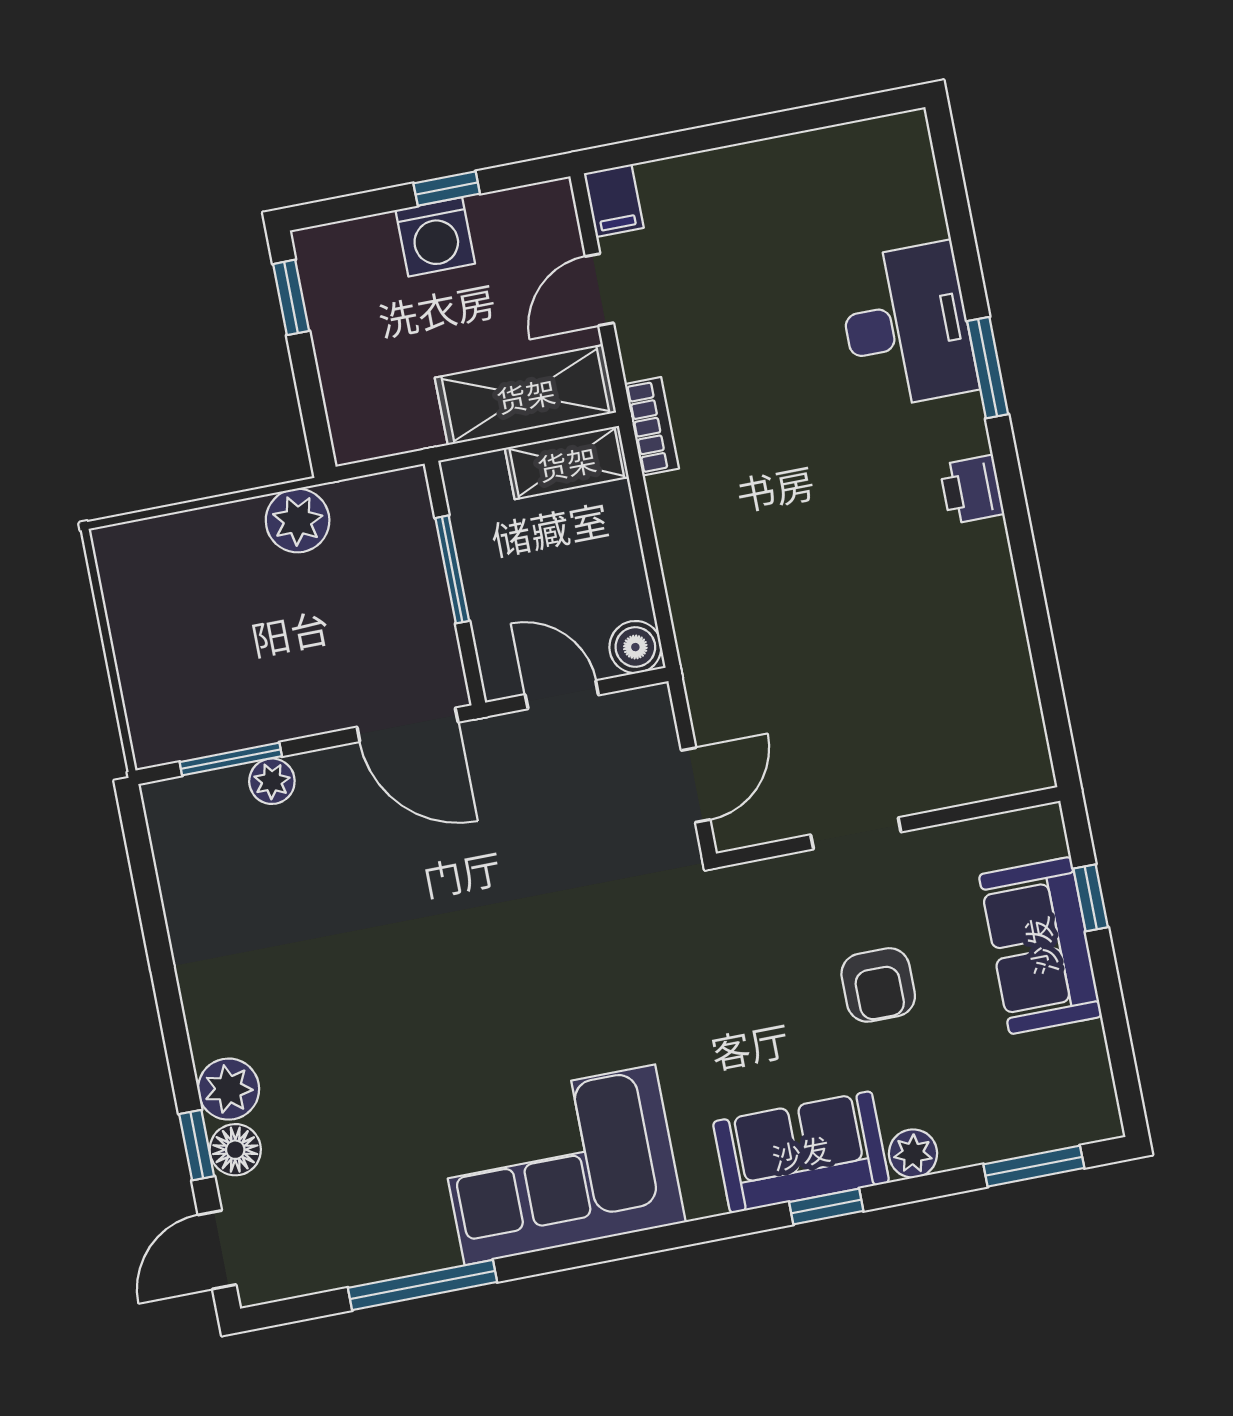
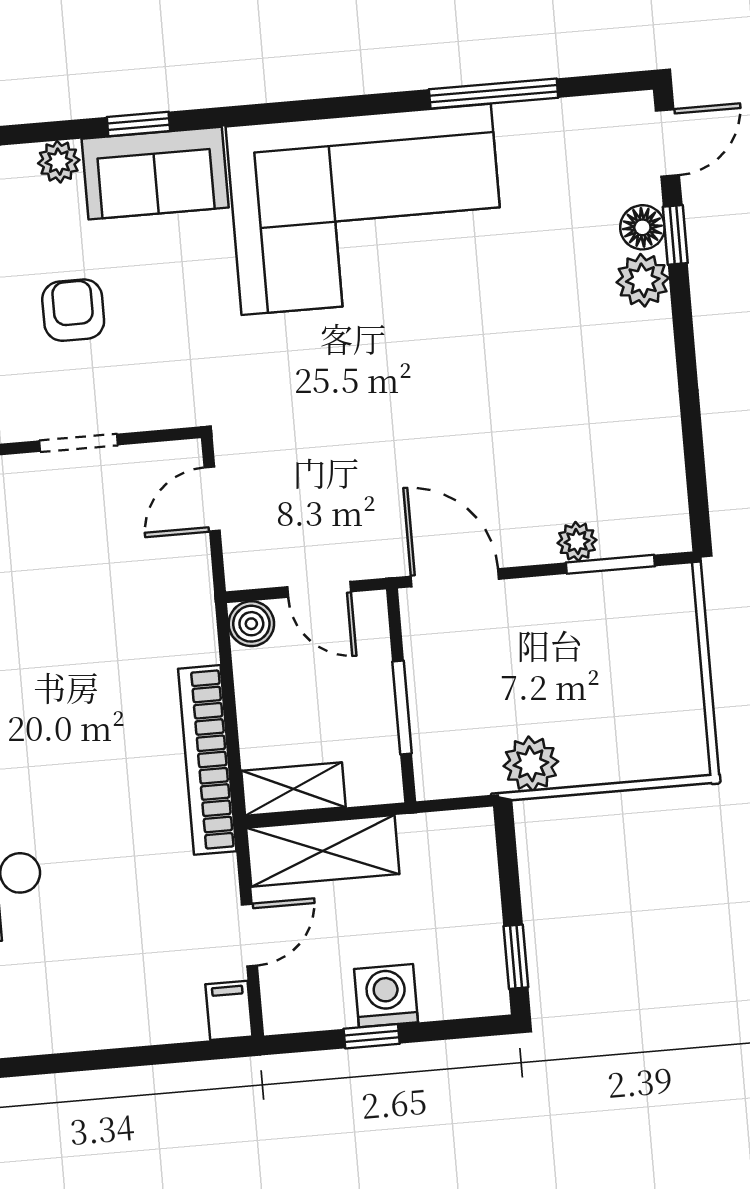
bookcase: (652, 426) -> (207, 760), width x2.31, depth x1.31
corner sofa: (560, 1165) -> (366, 209), width x1.36, depth x1.36

